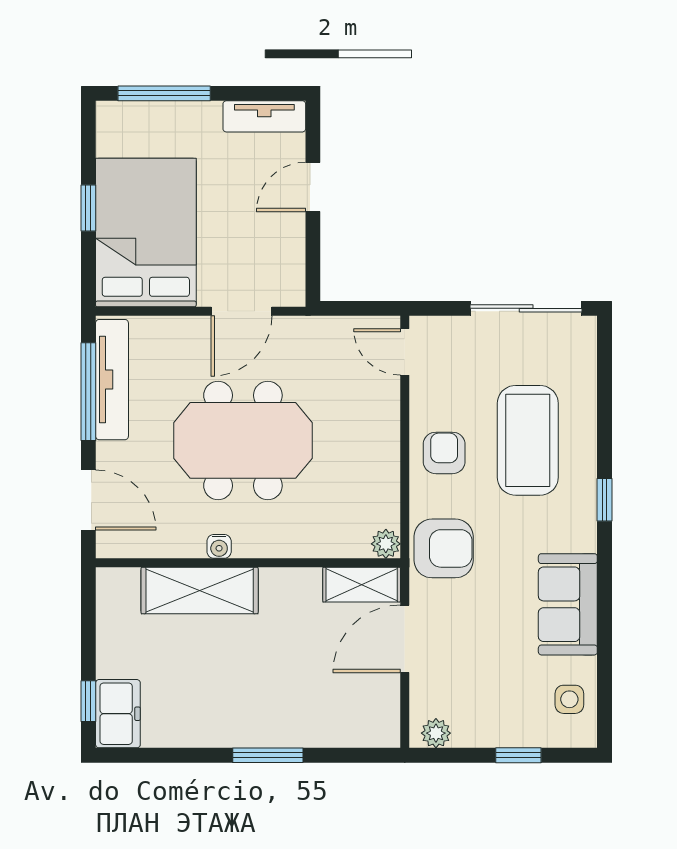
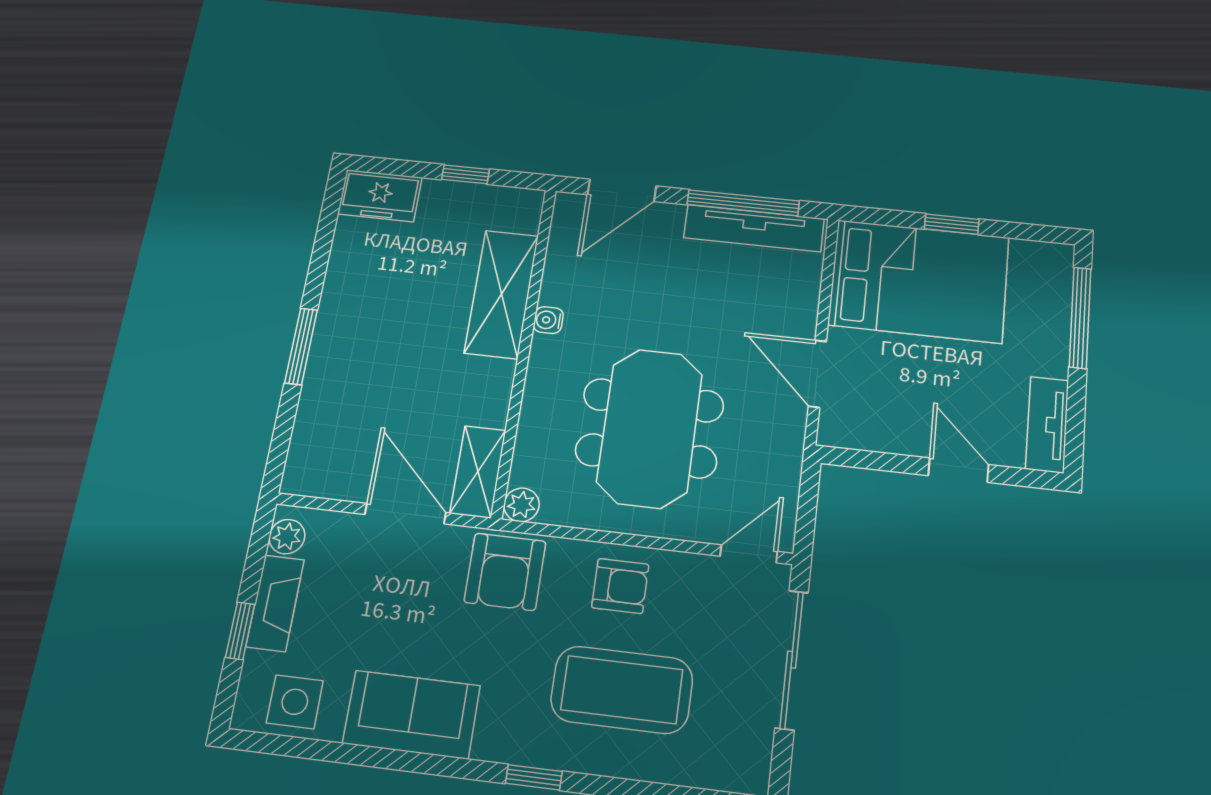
sliding door: (526, 308) -> (792, 660), moved
meeting table: (243, 440) -> (650, 428), moved
side table: (569, 699) -> (295, 702), width x1.37, depth x1.37
window: (88, 701) -> (465, 174), moved
fireplace: (492, 731) -> (275, 603), added

